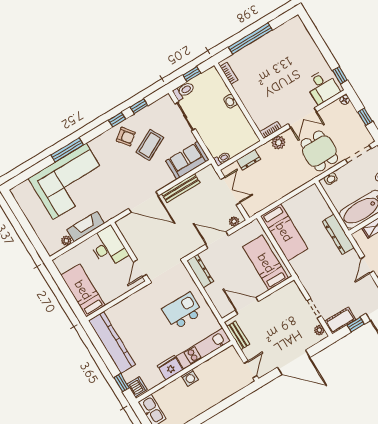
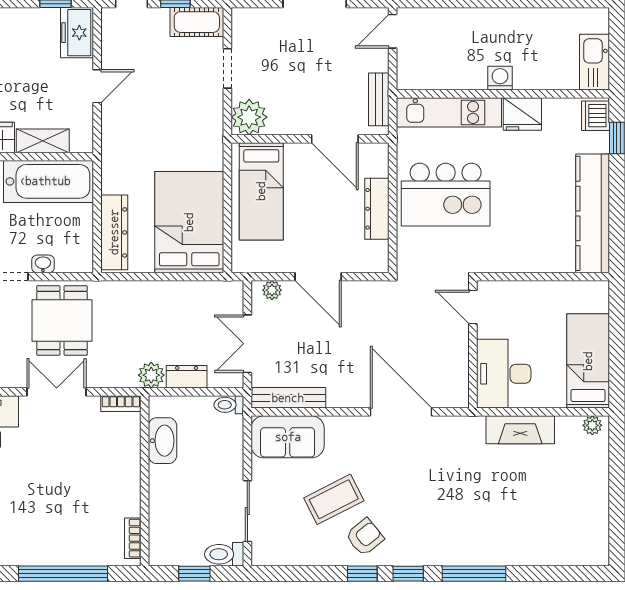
washbasin: (230, 101) -> (163, 441), moved, width x1.91, depth x1.45
window: (139, 106) -> (408, 574), moved
armchair: (126, 137) -> (365, 537), turned 89
plant: (278, 143) -> (151, 375), moved
washbasin: (331, 179) -> (43, 264), moved
corner sofa: (70, 181) -> (502, 520), removed
bench: (181, 188) -> (288, 398), moved
bed: (284, 232) -> (189, 222), width x1.50
dresser: (338, 234) -> (114, 232), moved
plant: (66, 241) -> (592, 425), moved
door: (140, 268) -> (473, 307), swing flipped
dresser: (200, 271) -> (377, 209), moved
bed: (83, 290) -> (588, 361), moved, turned 180
kitchen island: (183, 311) -> (446, 195), width x1.37, depth x1.28
plant: (319, 330) -> (249, 117), moved, width x1.88, depth x1.88

